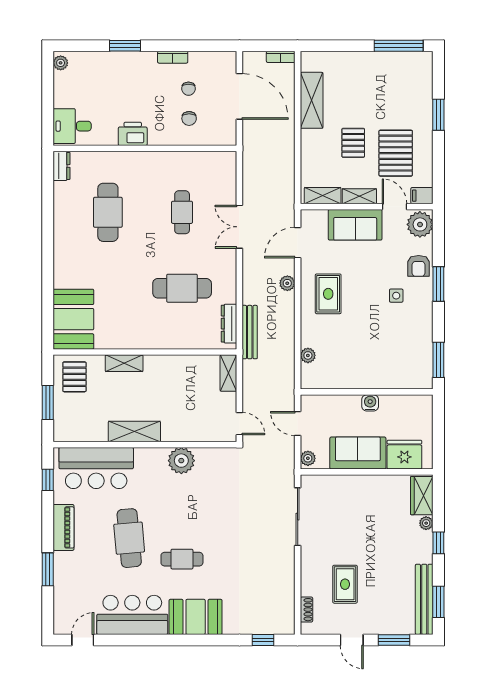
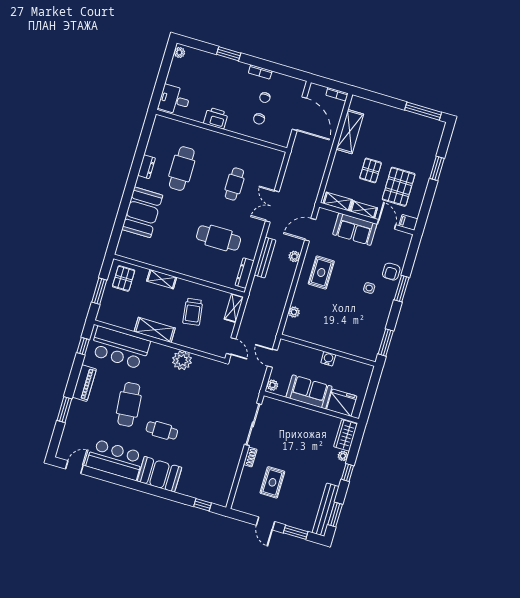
dresser: (61, 166) -> (146, 167), moved
plant: (420, 224) -> (401, 242), removed
booth: (73, 319) -> (142, 212), moved
bench: (250, 332) -> (265, 258), moved
trolley: (177, 394) -> (193, 312), added
shoe rack: (306, 610) -> (250, 457), moved

